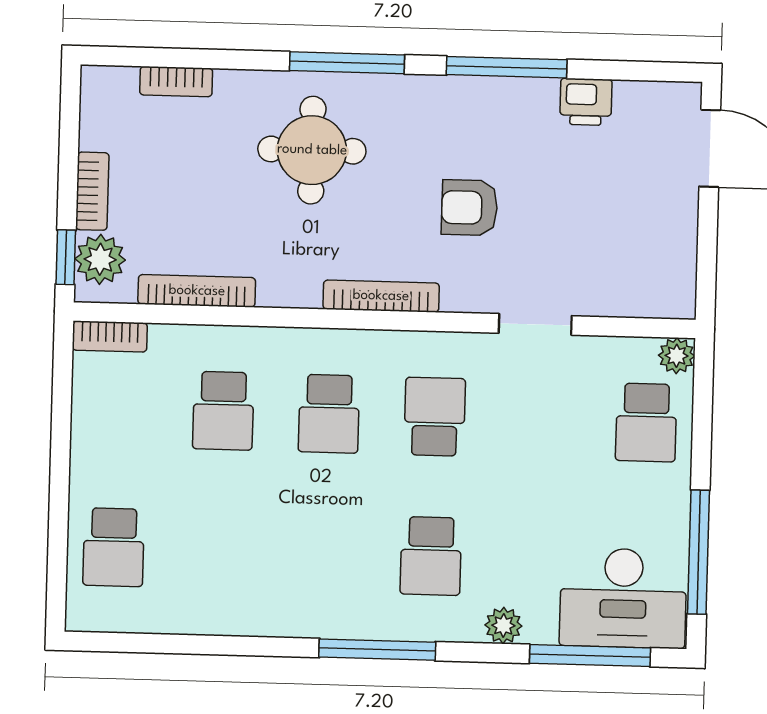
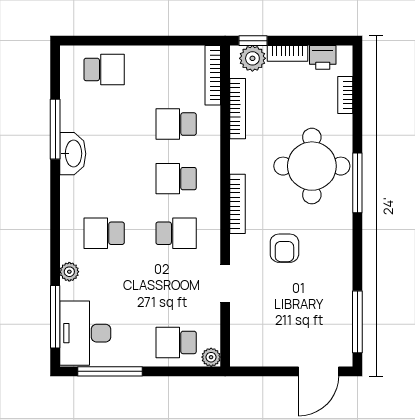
window: (507, 67) -> (357, 322), moved
printer: (586, 102) -> (323, 57), moved, turned -90
round table: (312, 150) -> (312, 166), width x1.36, depth x1.36
armchair: (469, 208) -> (284, 248), turned 180
bookcase: (110, 336) -> (213, 75), width x1.56
school desk: (114, 547) -> (104, 69), turned 180
washbasin: (275, 612) -> (73, 154), added
window: (377, 650) -> (55, 129), moved

